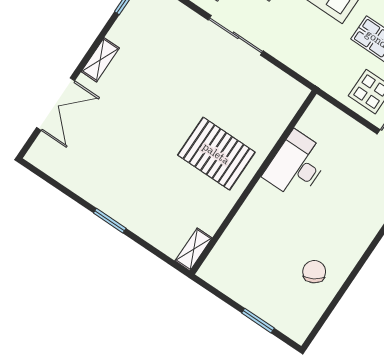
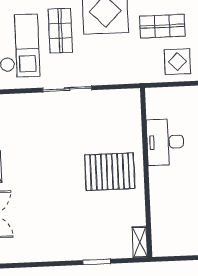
window: (110, 221) -> (97, 262), moved

